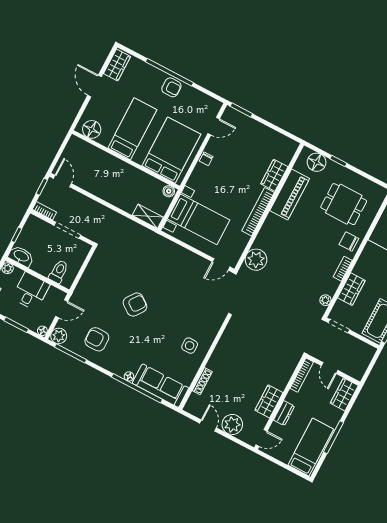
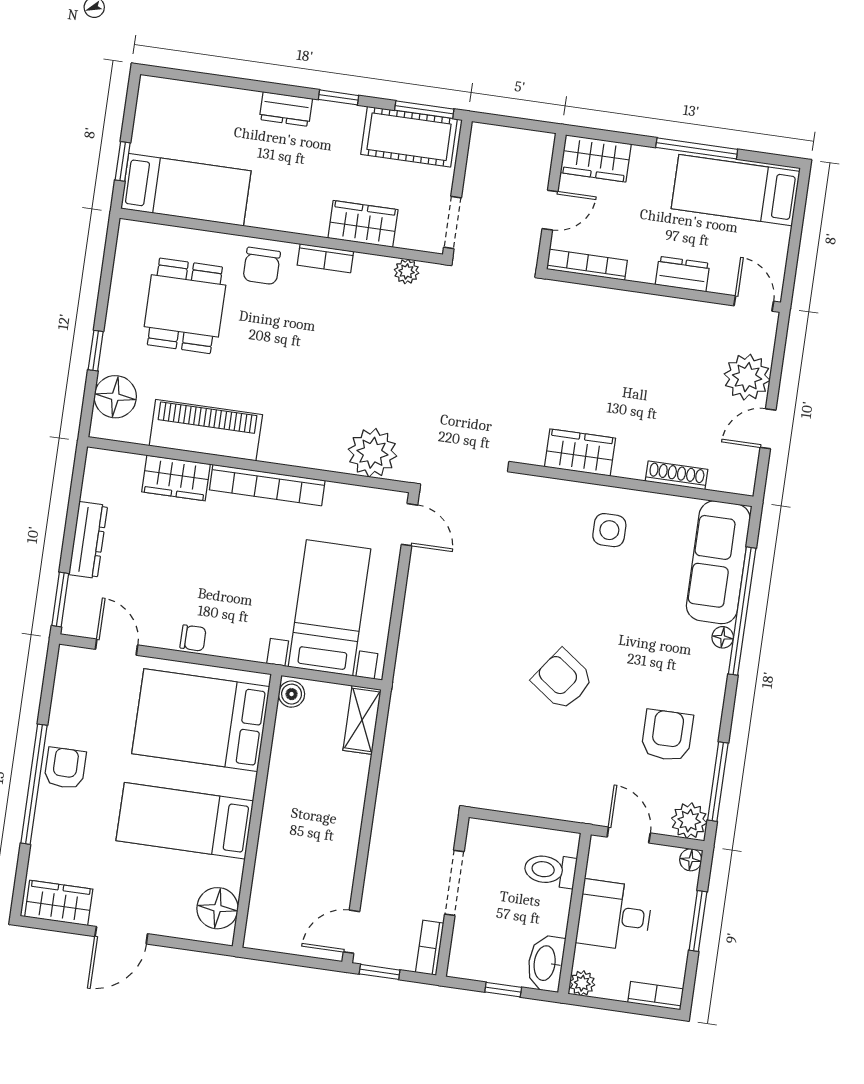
dresser: (262, 130) -> (88, 540), added
armchair: (97, 339) -> (667, 735), turned 180
wardrobe: (269, 401) -> (580, 453), moved, turned 180

